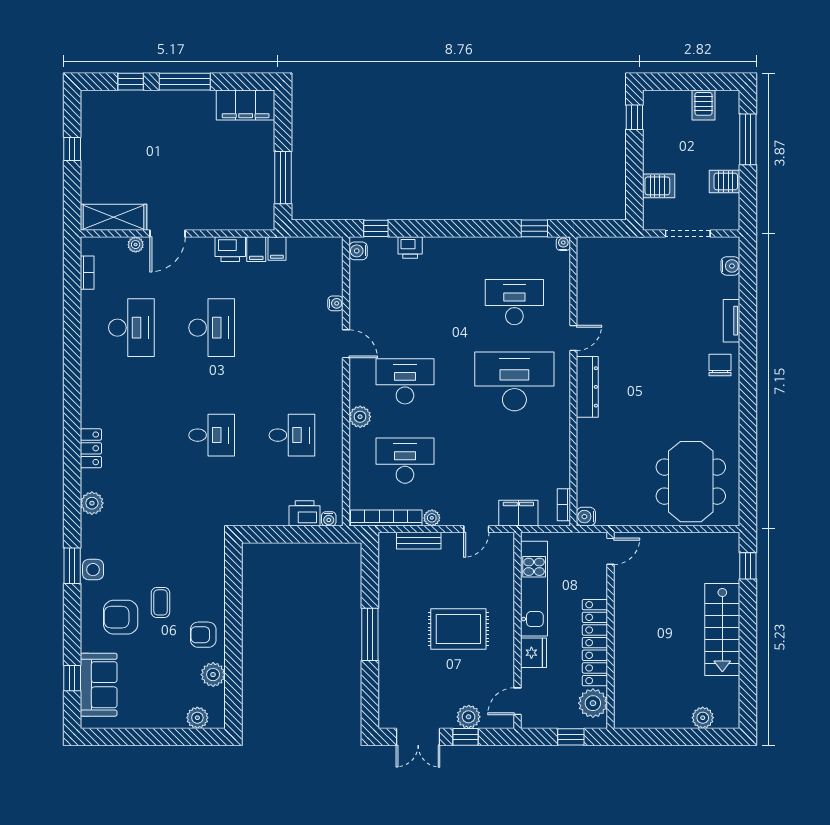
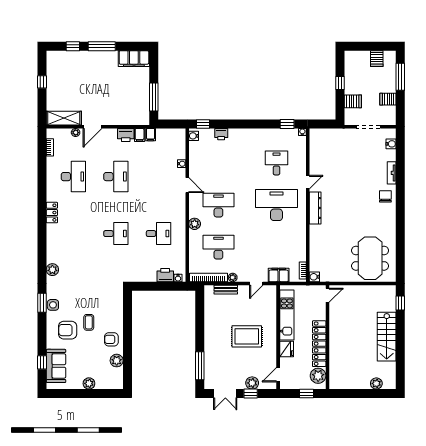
window: (634, 117) -> (340, 83), moved
desk: (514, 302) -> (276, 163), width x0.73
locker: (91, 448) -> (52, 213), moved
window: (370, 634) -> (200, 366), moved
plant: (197, 718) -> (89, 383), moved

